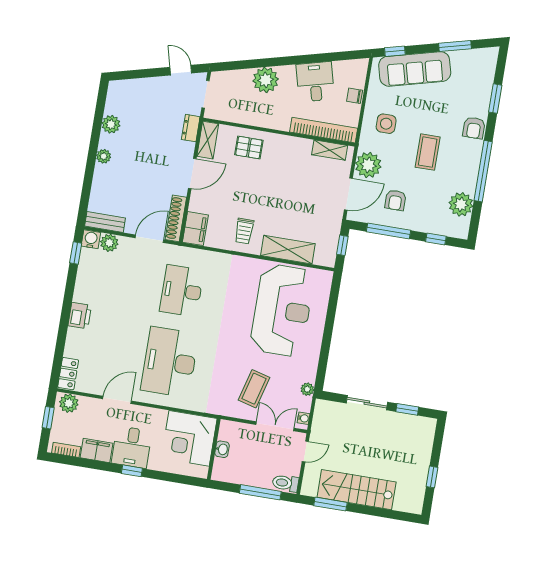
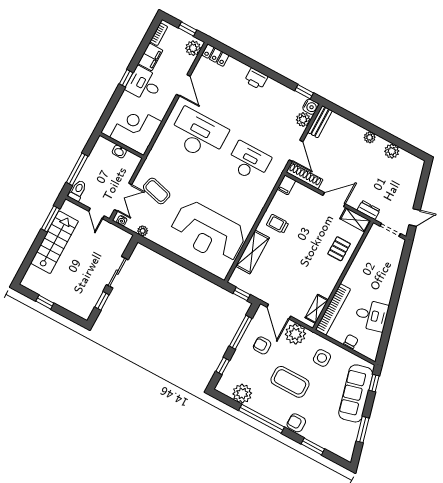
plant: (266, 80) -> (386, 279), removed
coffee table: (428, 152) -> (290, 382), width x1.36, depth x1.32
door: (192, 174) -> (334, 200), swing flipped
filing cabinet: (195, 229) -> (286, 185), width x0.50

